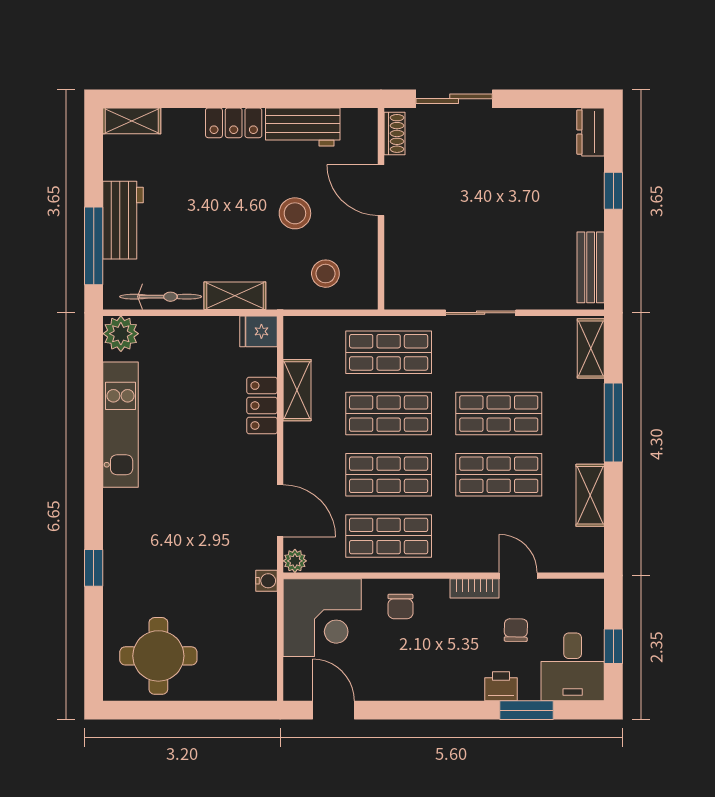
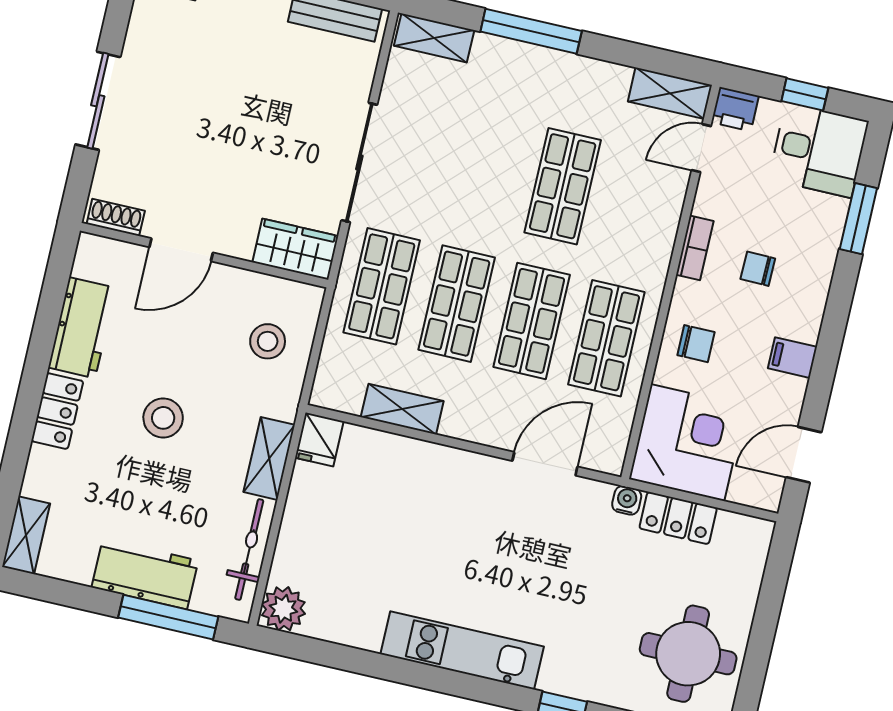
sliding door: (454, 99) -> (98, 101), moved
stool: (295, 213) -> (163, 418), moved
wardrobe: (402, 279) -> (295, 249), added
sliding door: (481, 313) -> (359, 163), width x1.37
locker: (262, 406) -> (678, 518), moved
shop shelf: (499, 414) -> (488, 169), removed
kitchen unit: (121, 425) -> (462, 650), moved
shelving: (590, 495) -> (670, 93), moved
plant: (295, 561) -> (610, 460), removed
door: (518, 576) -> (701, 148), moved
chair: (516, 630) -> (758, 269), moved
filing cabinet: (407, 684) -> (792, 358), added
printer: (501, 686) -> (735, 109), moved, turned -90

